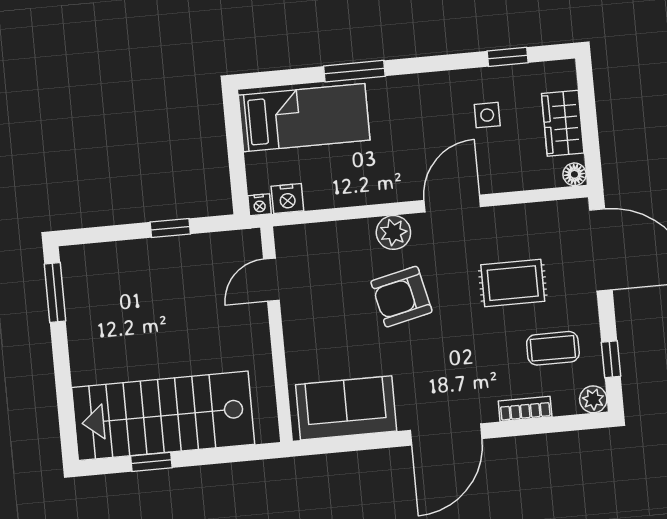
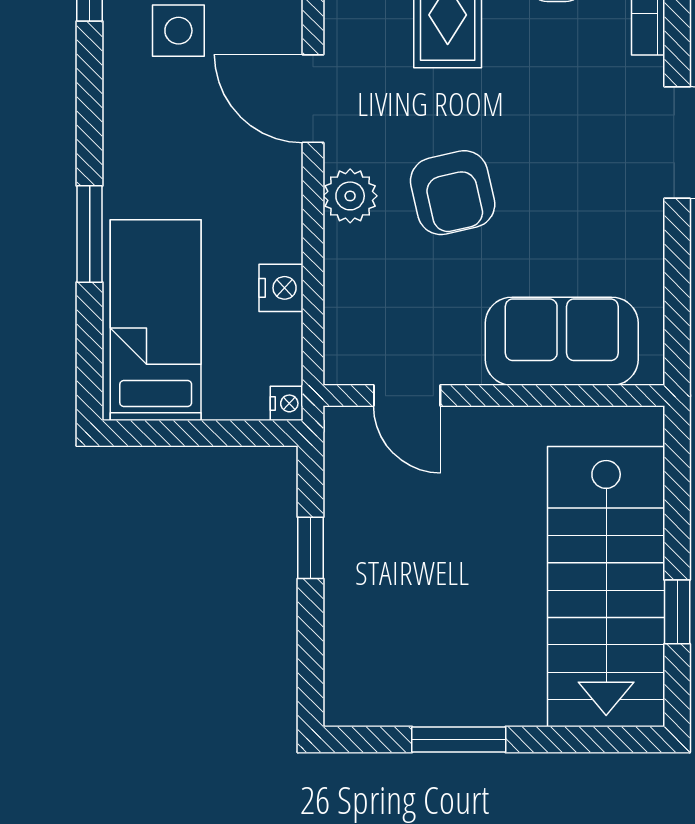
side table: (487, 115) -> (178, 31), width x1.37, depth x1.37
nightstand: (287, 199) -> (281, 288), moved
window: (55, 292) -> (459, 740), moved
sofa: (346, 408) -> (562, 341), moved, turned 90

